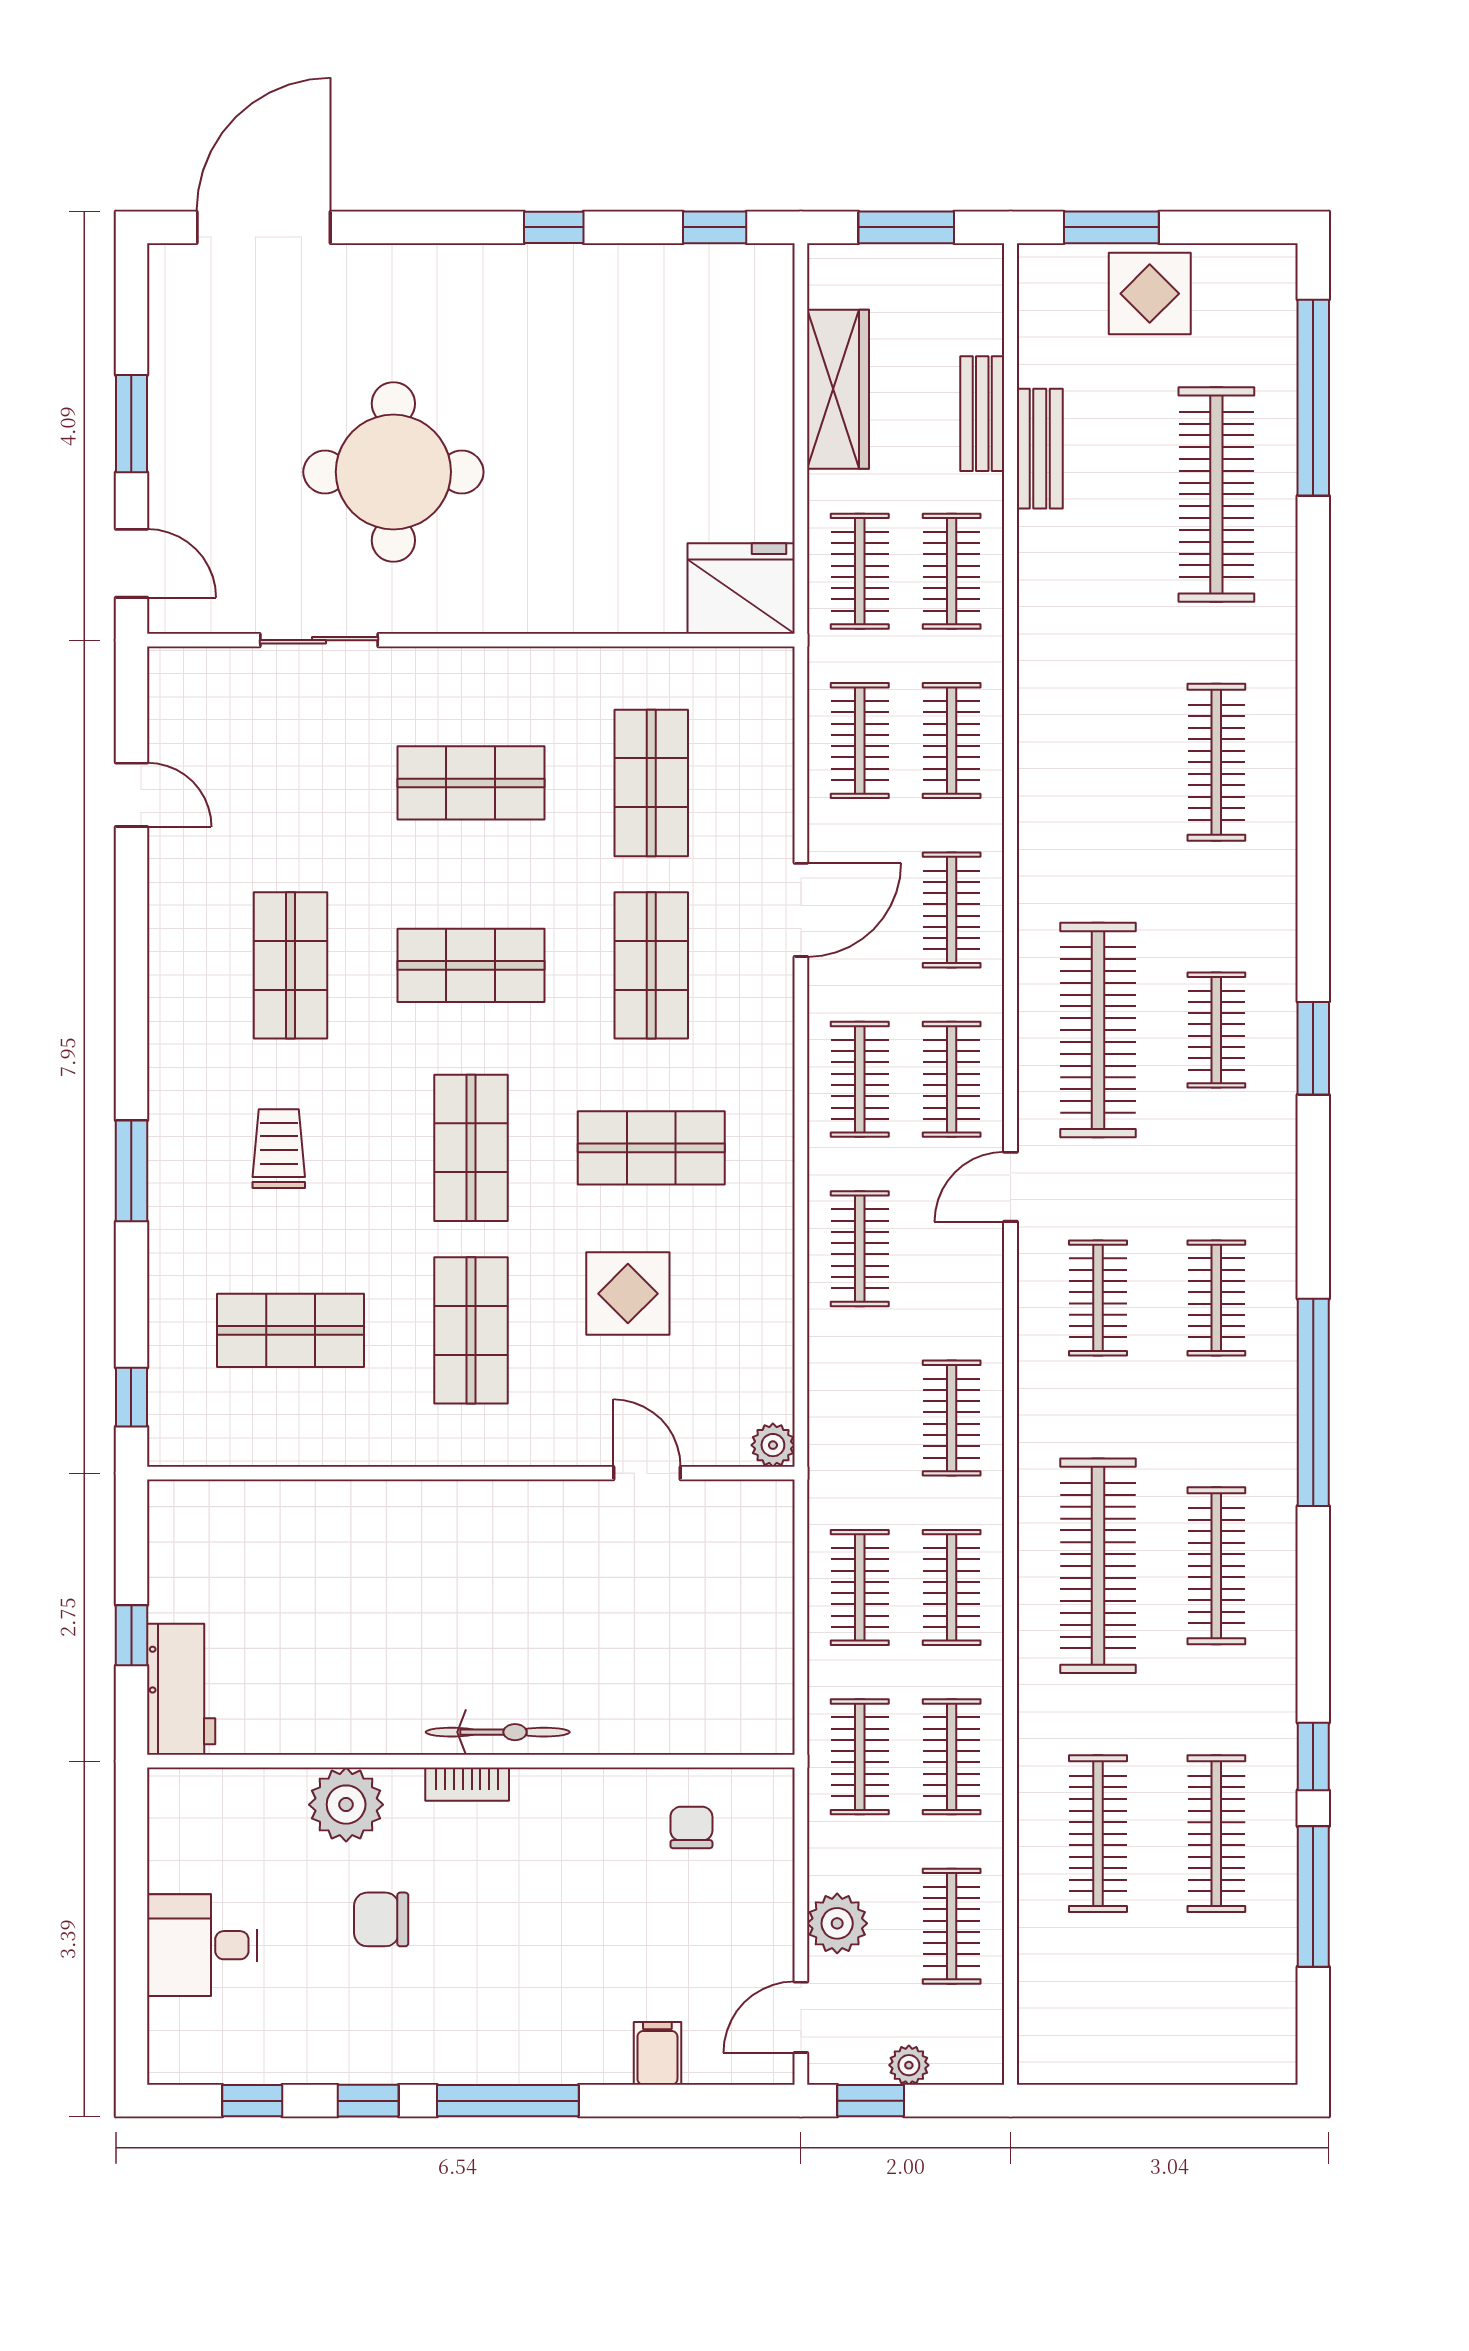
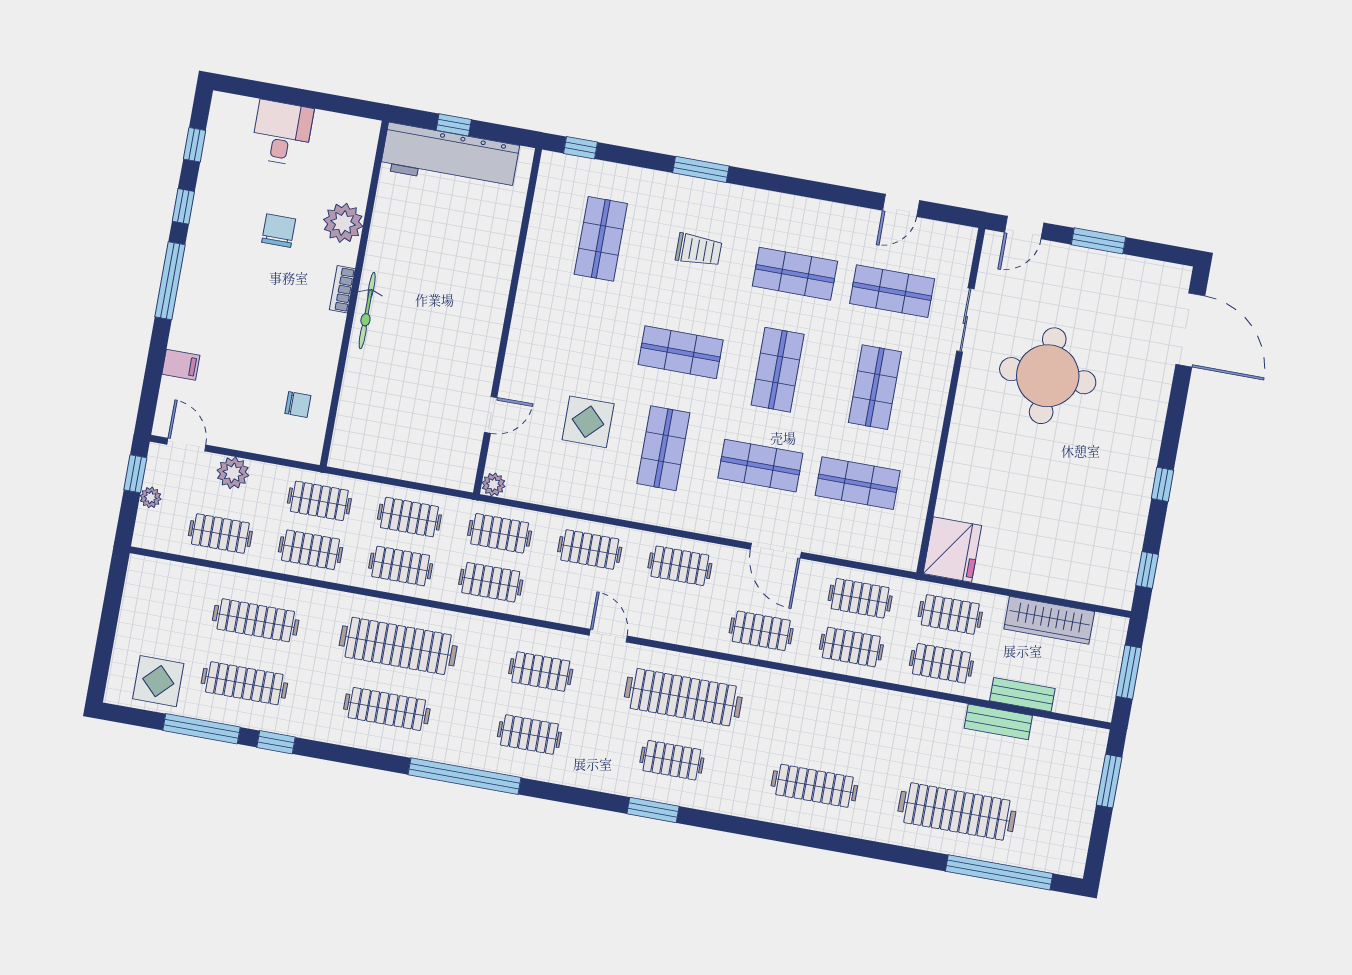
display table: (1150, 294) -> (158, 681), moved
clothes rail: (952, 1079) -> (500, 533), moved
shop shelf: (471, 1330) -> (892, 291), moved
workbench: (181, 1689) -> (450, 157), width x1.88, depth x1.32

